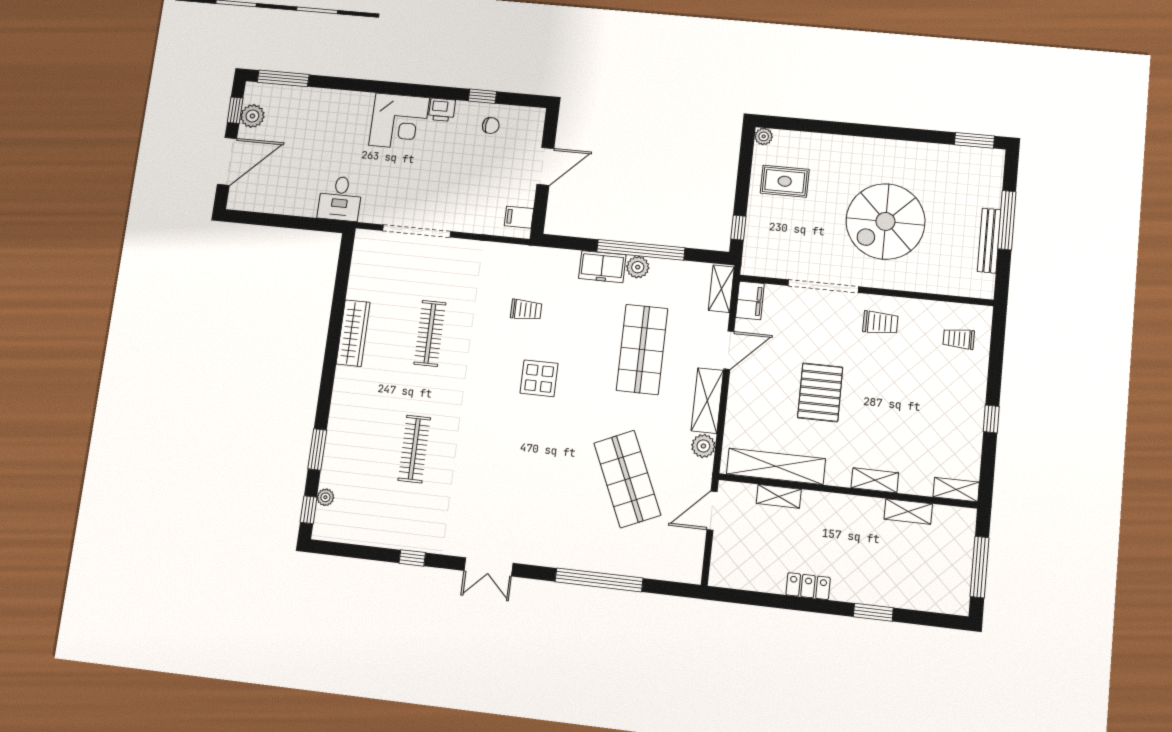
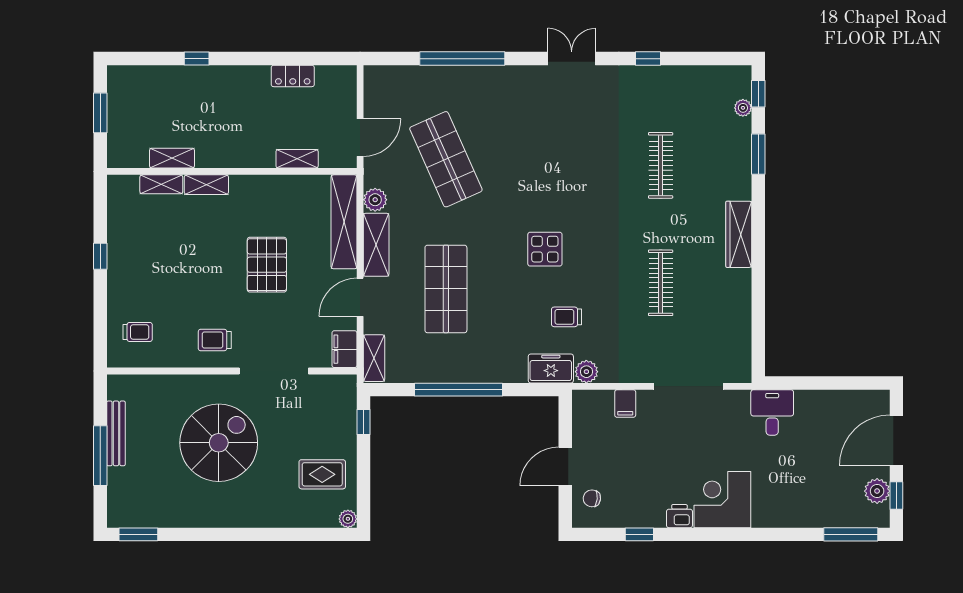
chair: (491, 126) -> (592, 498), moved
filing cabinet: (519, 217) -> (625, 404), moved, turned 90
freezer: (602, 267) -> (551, 368), moved
plant: (638, 267) -> (586, 372), moved
wardrobe: (353, 333) -> (739, 234), moved
shelving: (776, 466) -> (344, 222), moved, turned 90
shelving: (956, 490) -> (161, 184), moved
window: (980, 567) -> (100, 113), width x0.69
locker: (808, 586) -> (293, 76), moved
window: (873, 612) -> (197, 59), width x0.67

